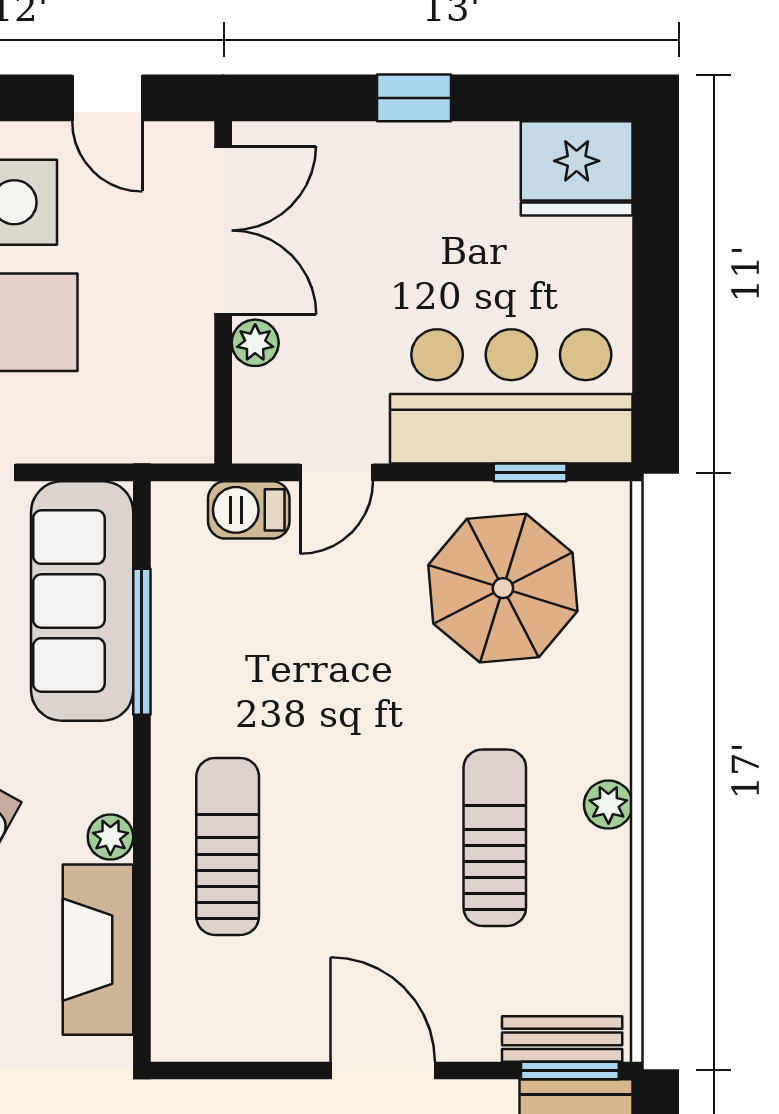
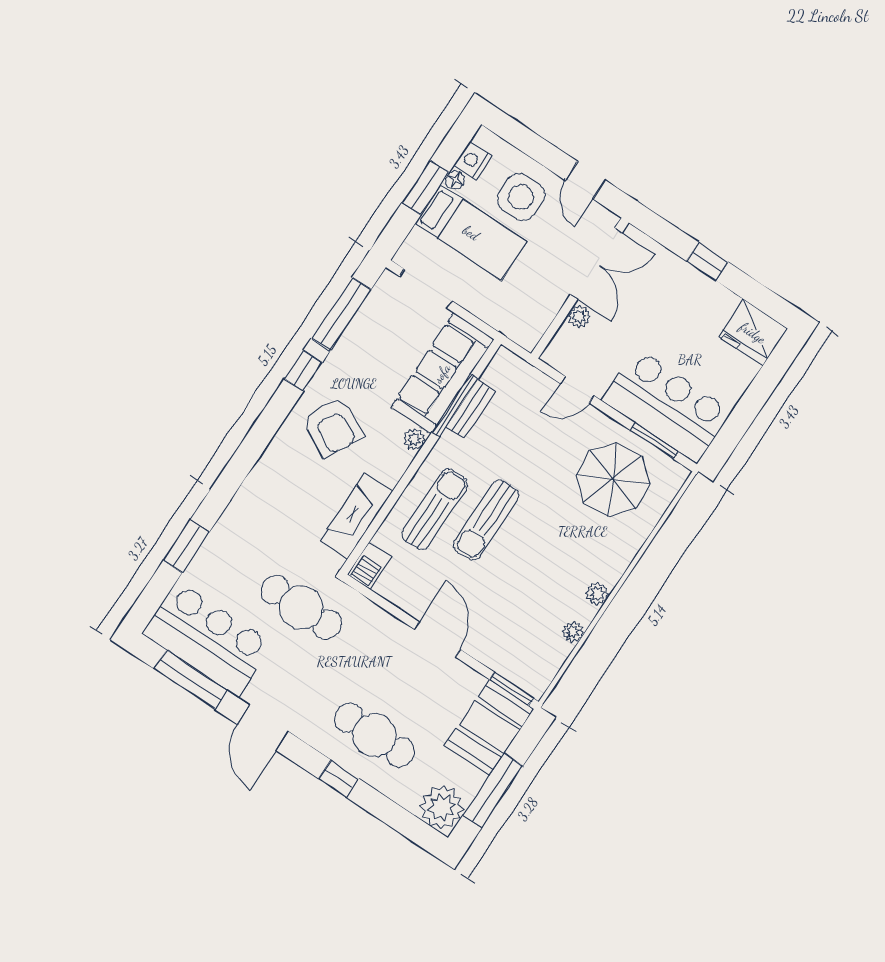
window: (530, 472) -> (654, 441), width x1.50
barbecue: (249, 510) -> (369, 566), moved, turned -90
plant: (110, 837) -> (414, 439), moved
sun lounger: (495, 838) -> (487, 520), moved, turned 180
plant: (610, 899) -> (573, 632), added
bench: (562, 1039) -> (471, 409), moved, turned 90

